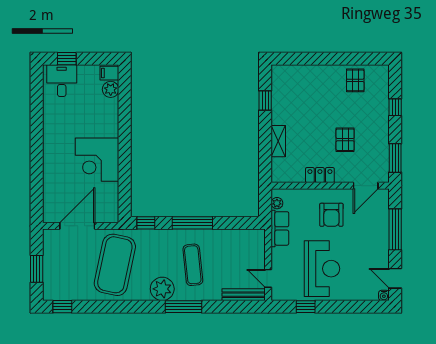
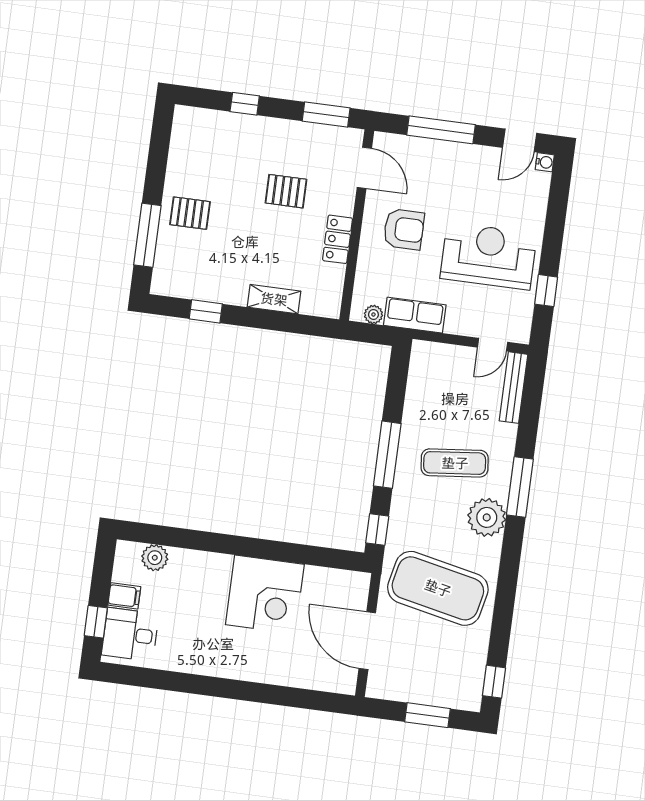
window: (307, 59) -> (147, 235), added
filing cabinet: (109, 73) -> (124, 596), moved, turned -90
pallet: (355, 80) -> (190, 213), moved

